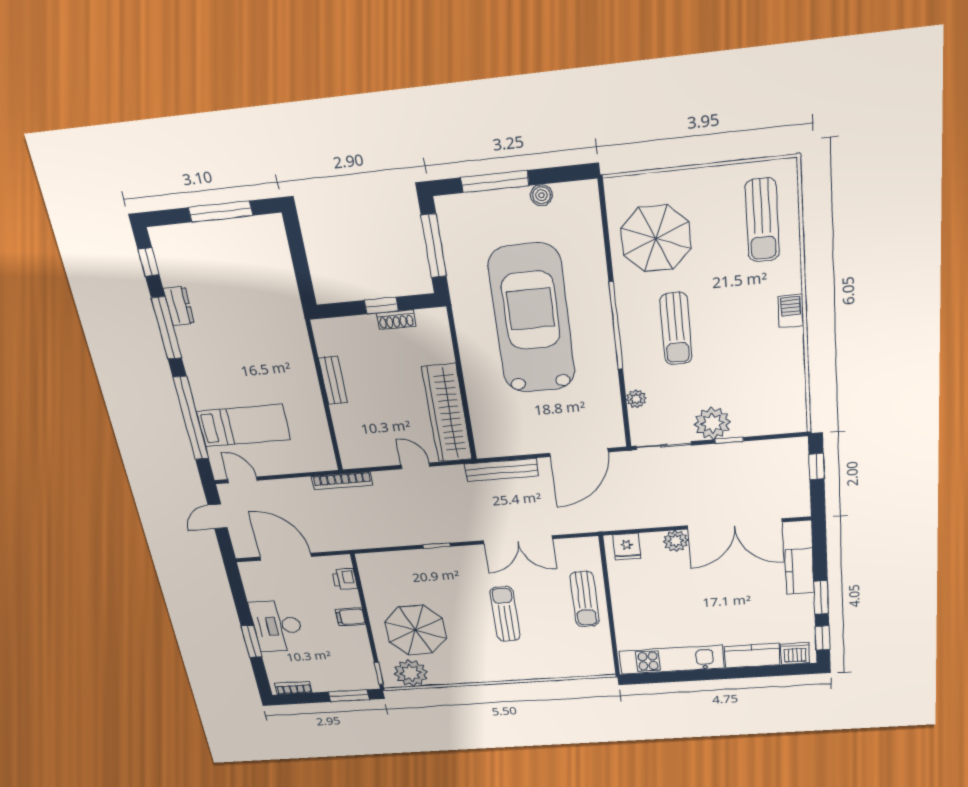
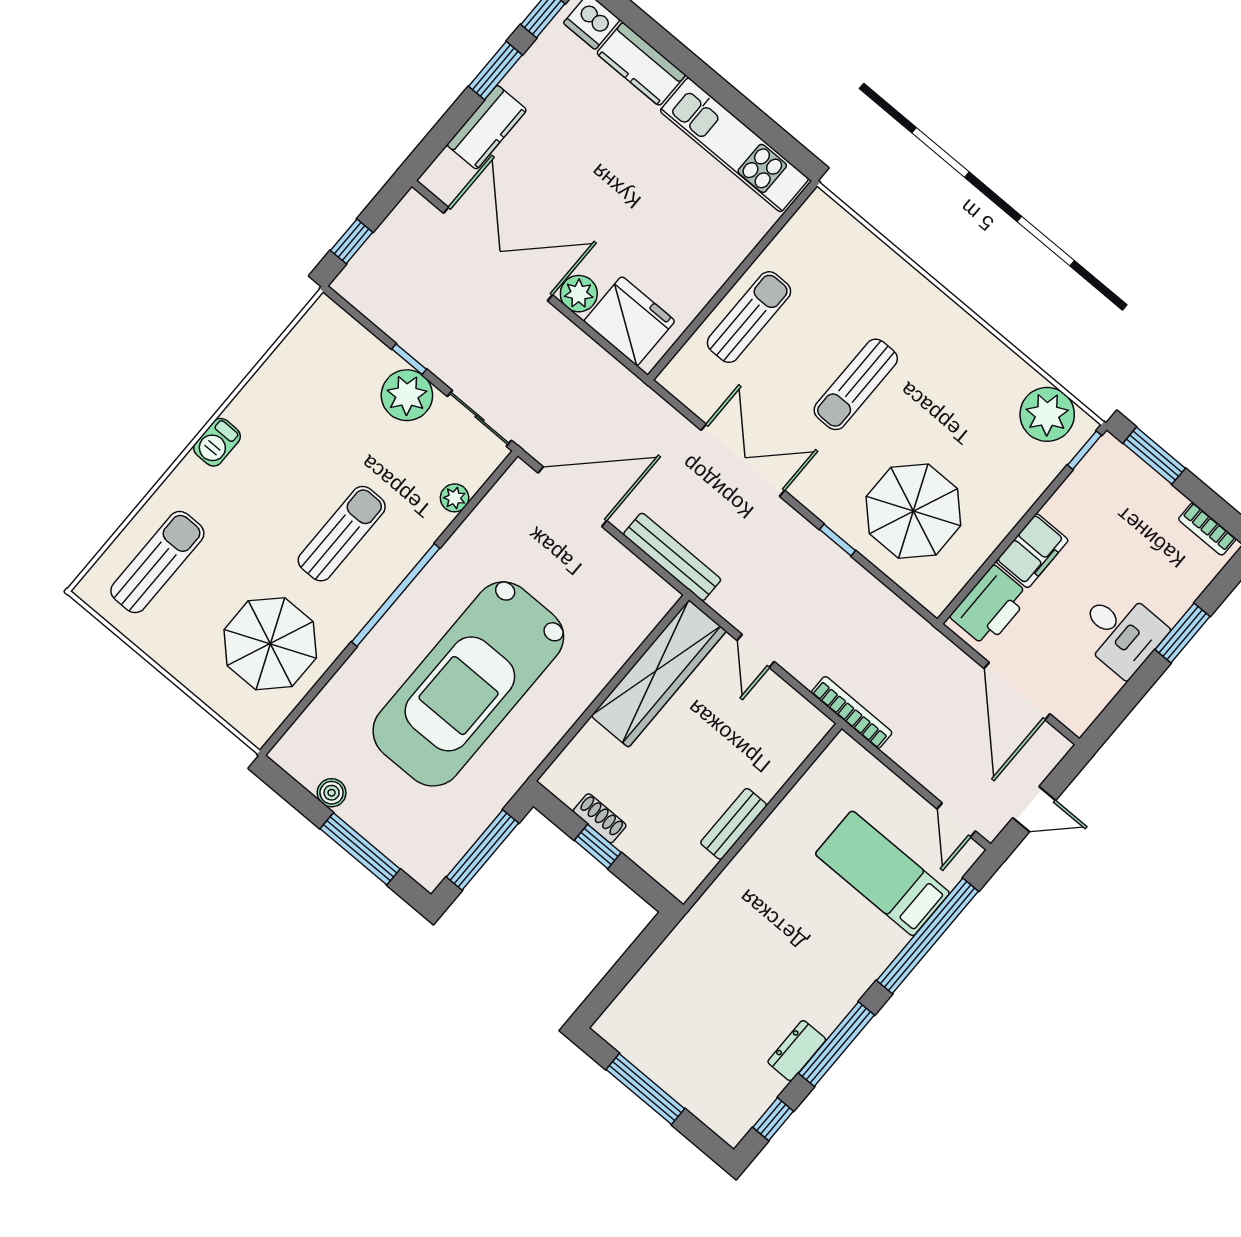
fridge: (627, 547) -> (629, 321), width x1.88, depth x1.34
printer: (345, 579) -> (990, 606), width x1.87, depth x1.48
filing cabinet: (350, 617) -> (1032, 551), width x2.00
desk: (277, 626) -> (1121, 632), width x0.73
parasol: (416, 630) -> (913, 511), moved

